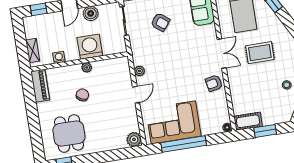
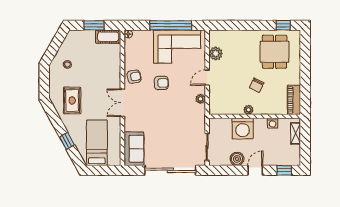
armchair: (160, 22) -> (161, 83), moved, turned 141
rug: (260, 53) -> (72, 100), moved, turned 90
plant: (134, 139) -> (216, 54), moved

